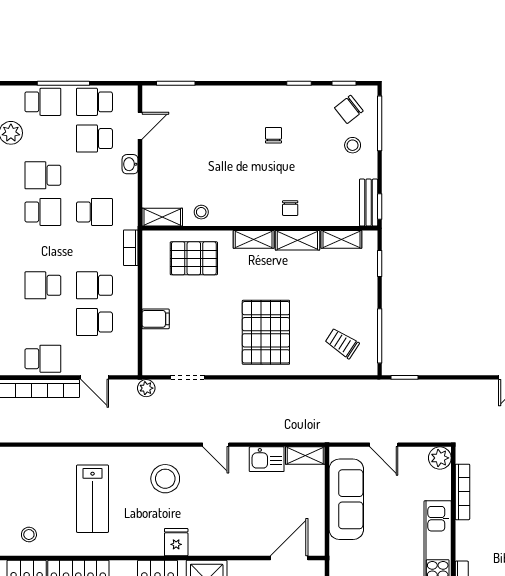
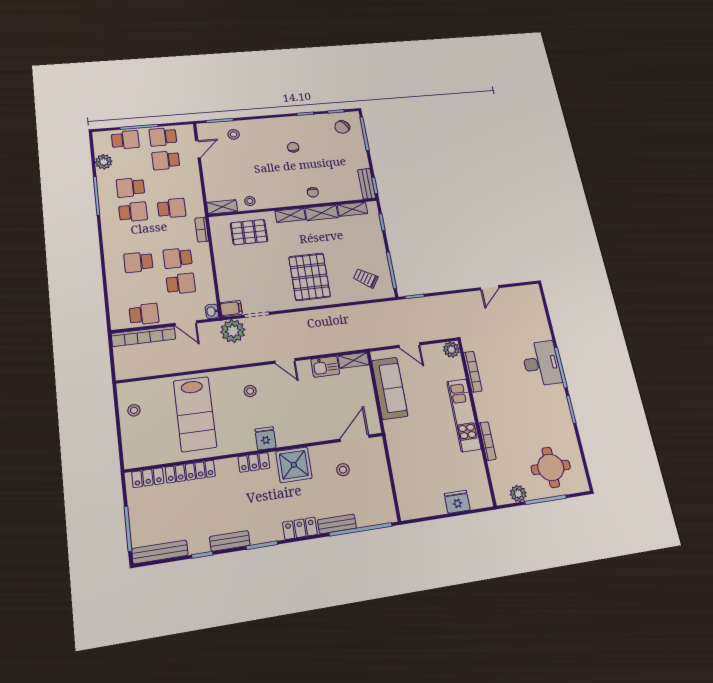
stool: (353, 145) -> (234, 134), moved
washbasin: (130, 164) -> (212, 311), moved
filing cabinet: (156, 319) -> (231, 309), moved
school desk: (94, 322) -> (181, 284), turned 180
plant: (146, 388) -> (233, 331), width x1.87, depth x1.87
stool: (165, 479) -> (250, 391), width x0.53, depth x0.53
lab bench: (93, 499) -> (195, 414), width x1.36, depth x1.39
stool: (29, 535) -> (134, 410), moved

